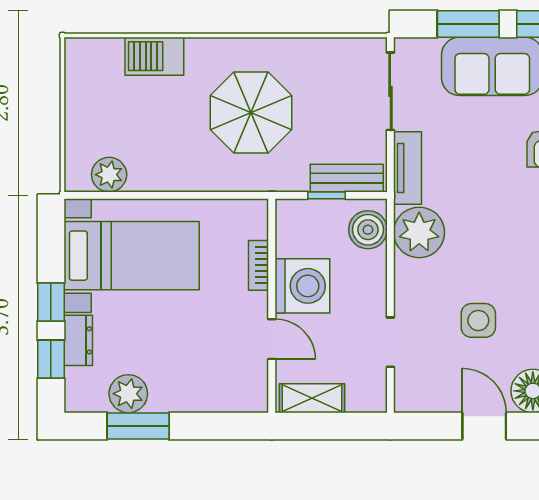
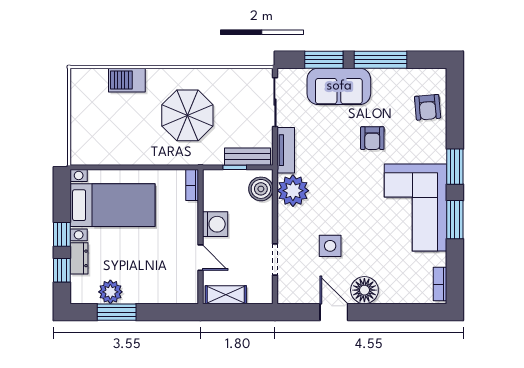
plant: (109, 175) -> (98, 154), removed
bookcase: (258, 265) -> (192, 185), moved
washing machine: (302, 286) -> (215, 224), width x0.73, depth x0.73

